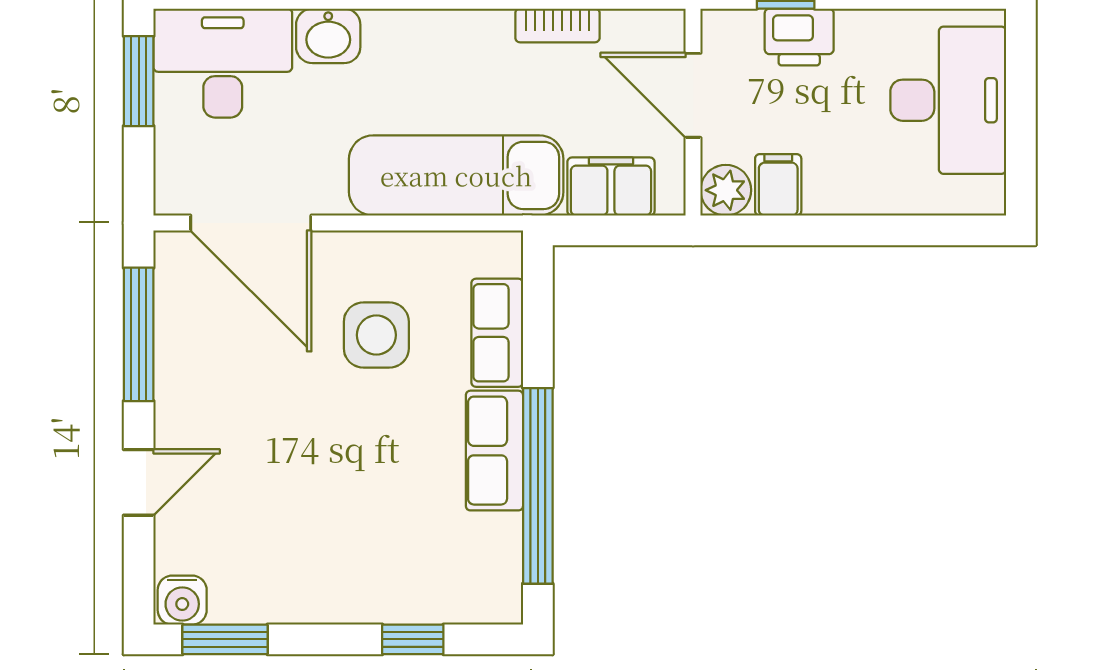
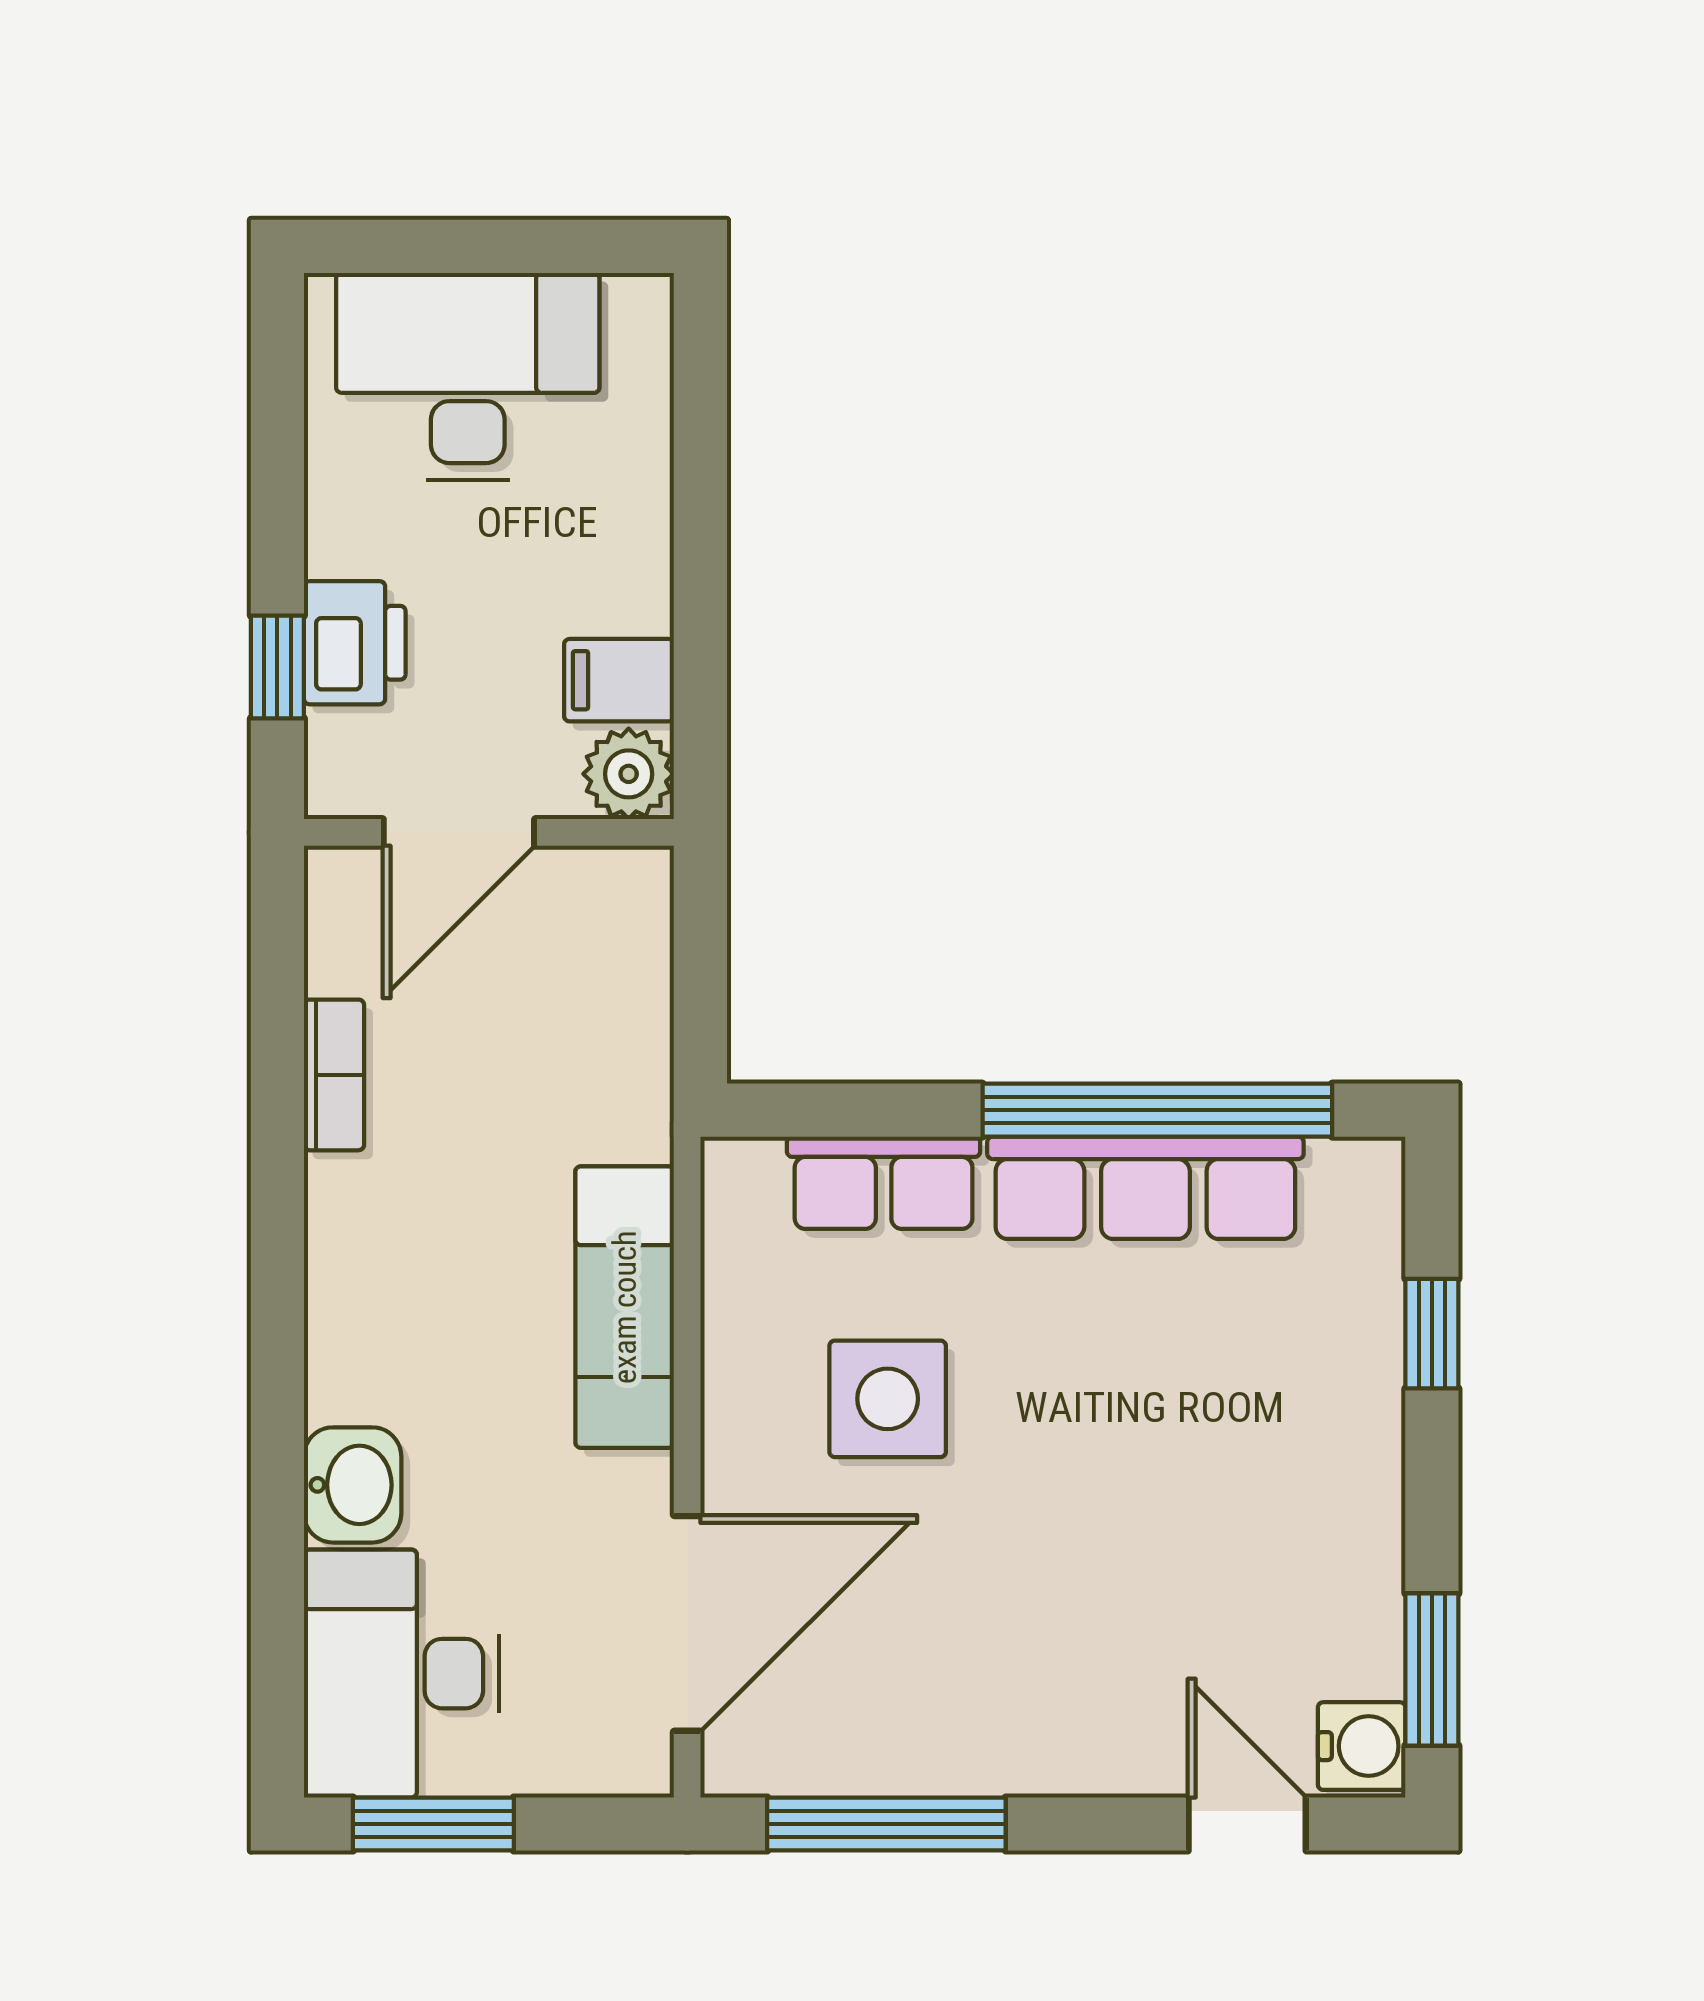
exam couch: (456, 175) -> (625, 1307), width x0.73, depth x0.69
filing cabinet: (611, 187) -> (622, 979), removed
row of seats: (494, 451) -> (1145, 1188), width x1.48
door: (139, 482) -> (1247, 1824), moved

